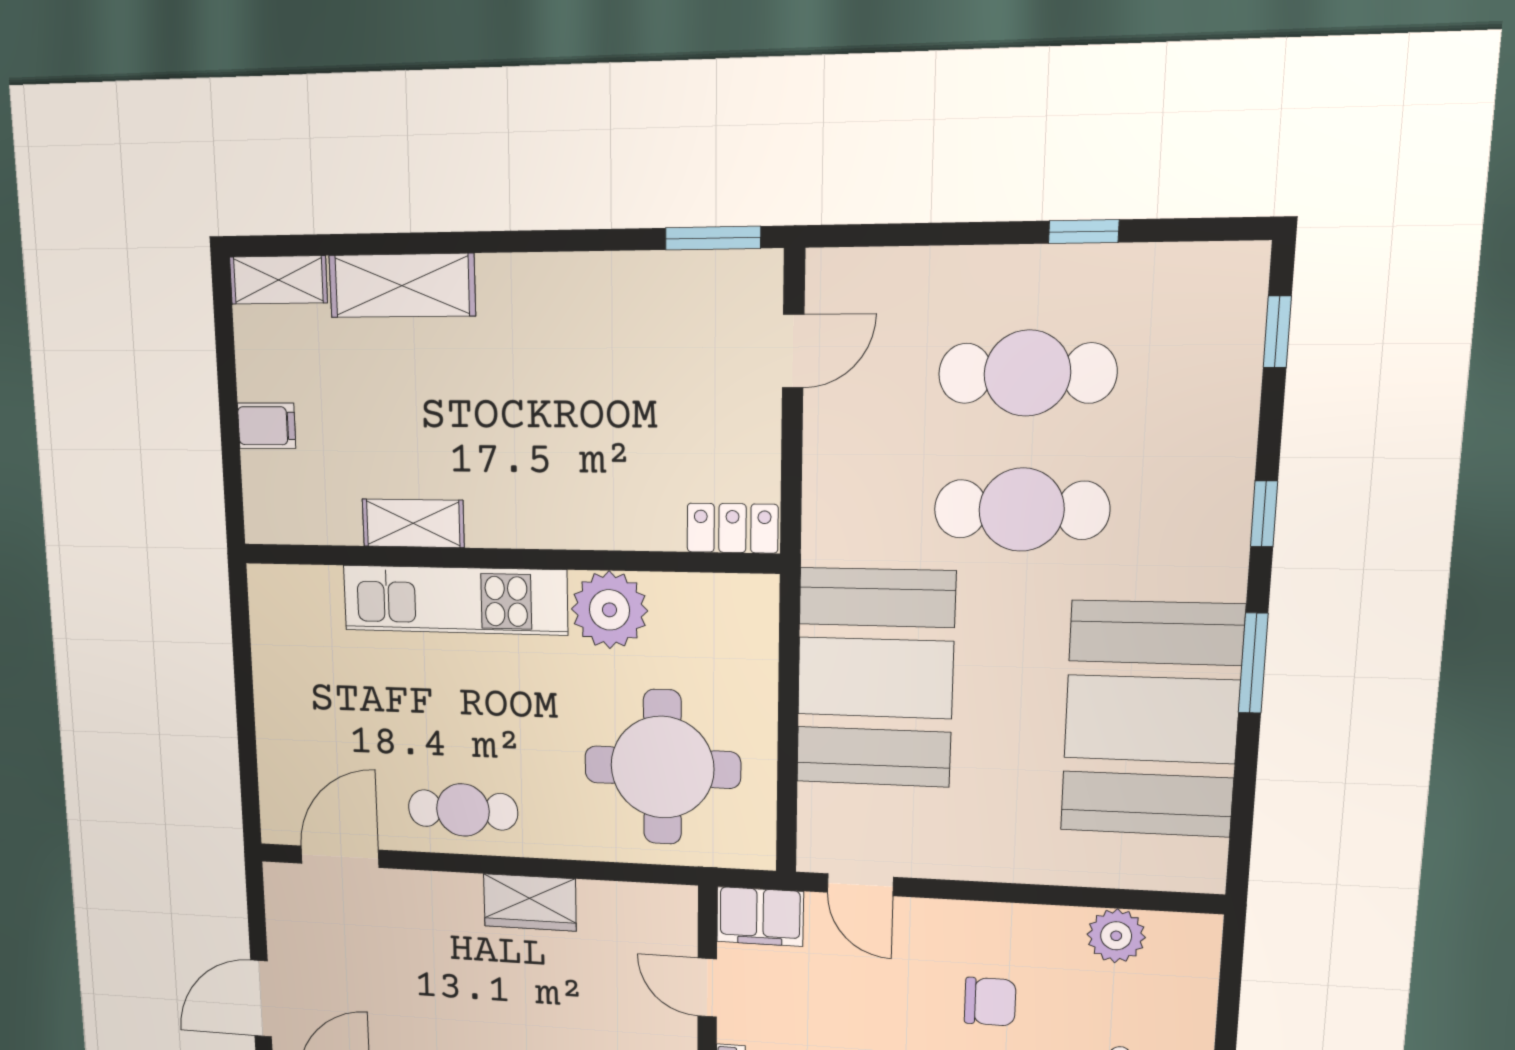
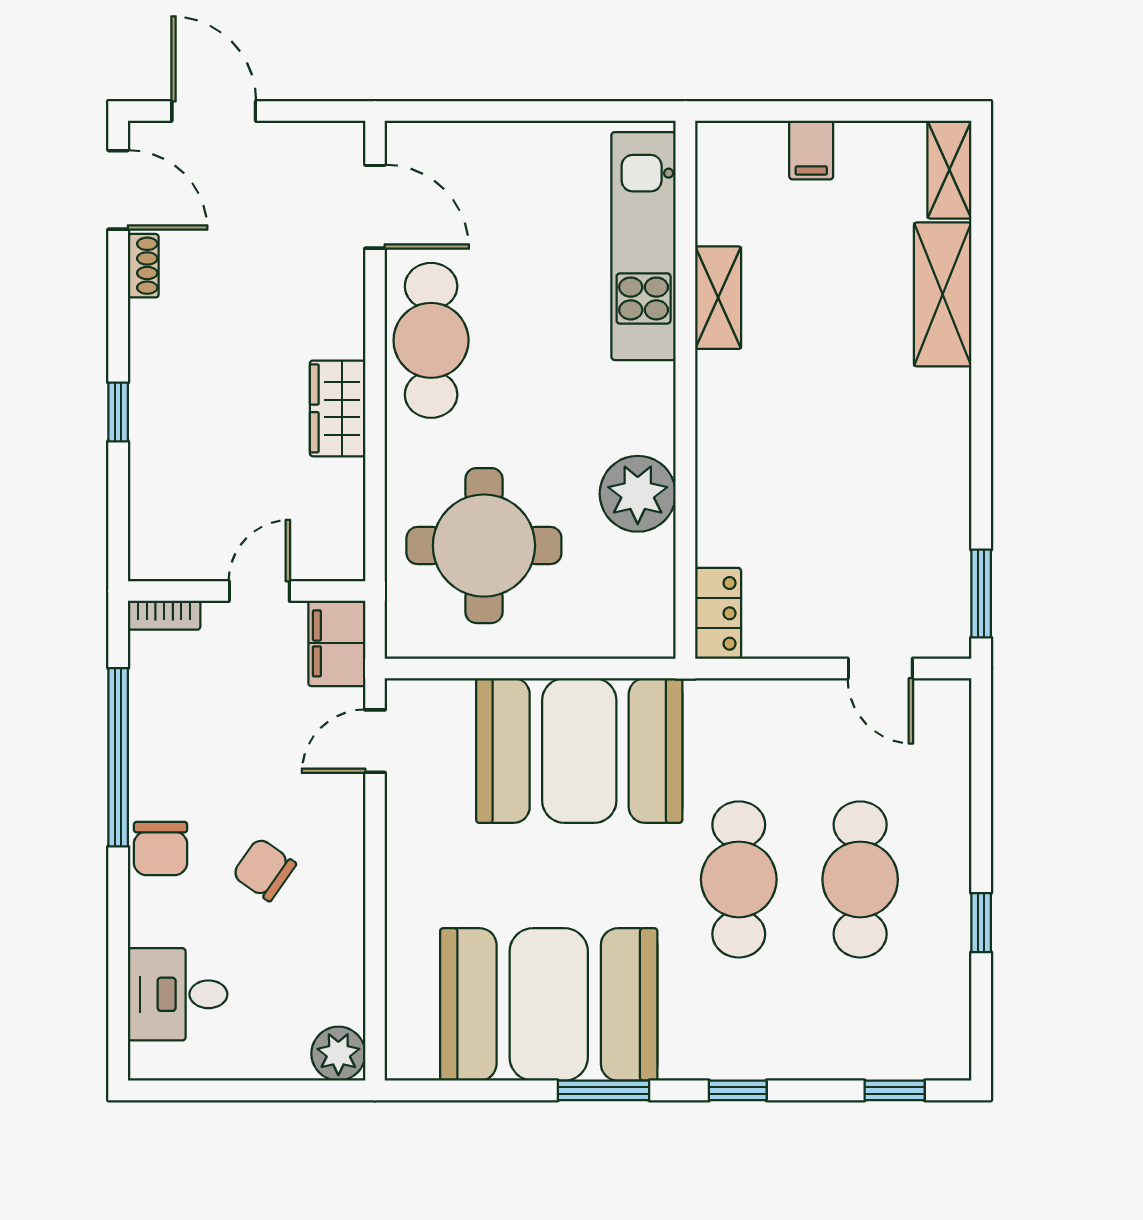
kitchen unit: (455, 600) -> (644, 246), moved
cafe table: (463, 810) -> (431, 340), width x1.37, depth x1.35
plant: (1116, 936) -> (338, 1054), moved
chair: (990, 1002) -> (264, 869), turned 125

